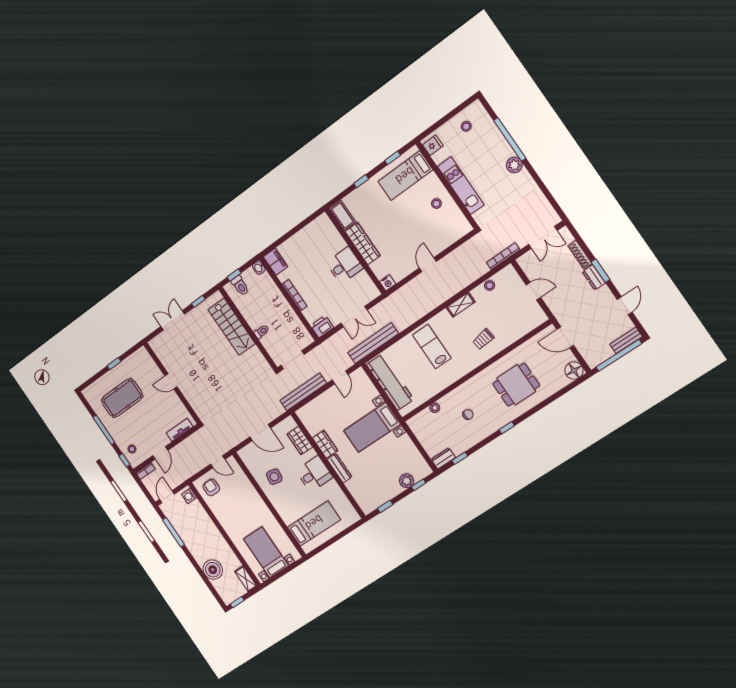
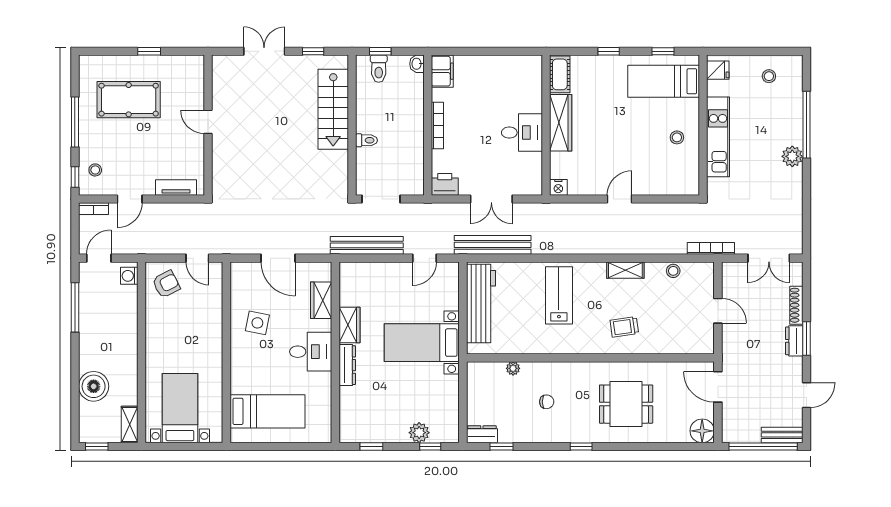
armchair: (211, 487) -> (166, 284), turned 63

